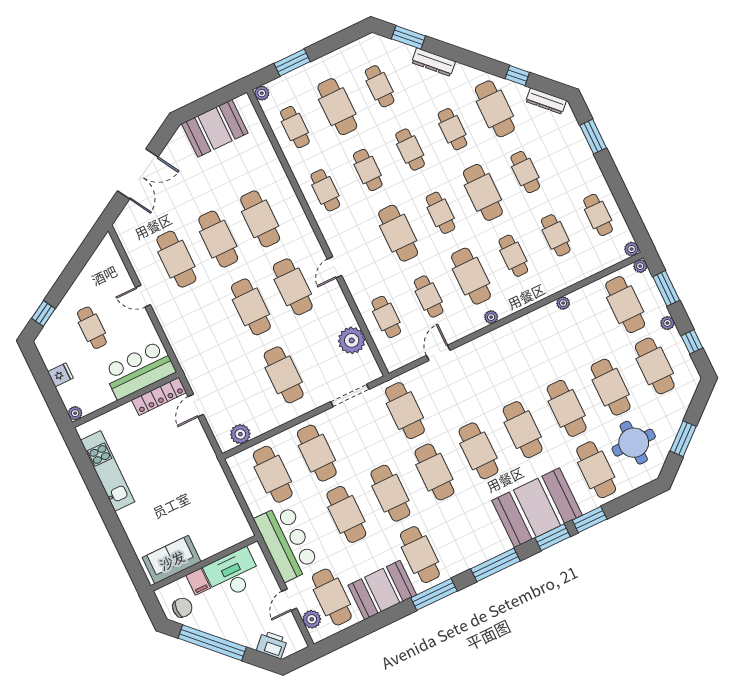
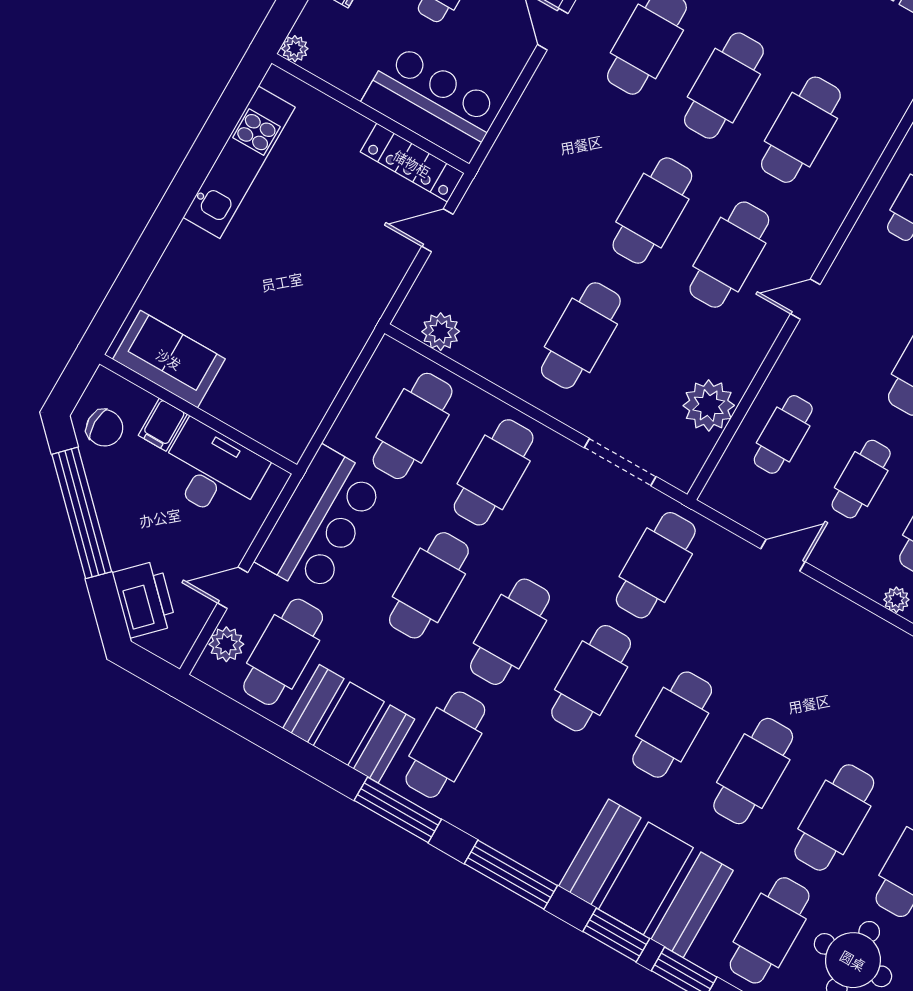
printer: (272, 645) -> (144, 599), width x1.37, depth x1.19

